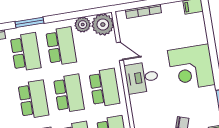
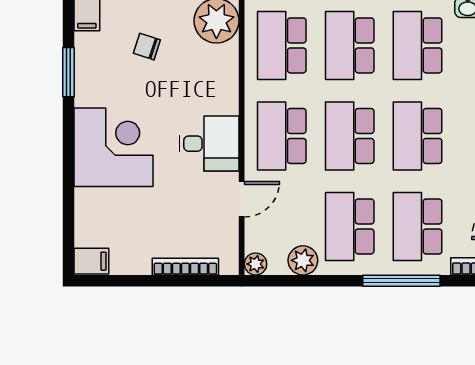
window: (29, 22) -> (401, 281), width x1.44
plant: (103, 25) -> (256, 264), width x0.53, depth x0.53
door: (120, 51) -> (242, 199), swing flipped

